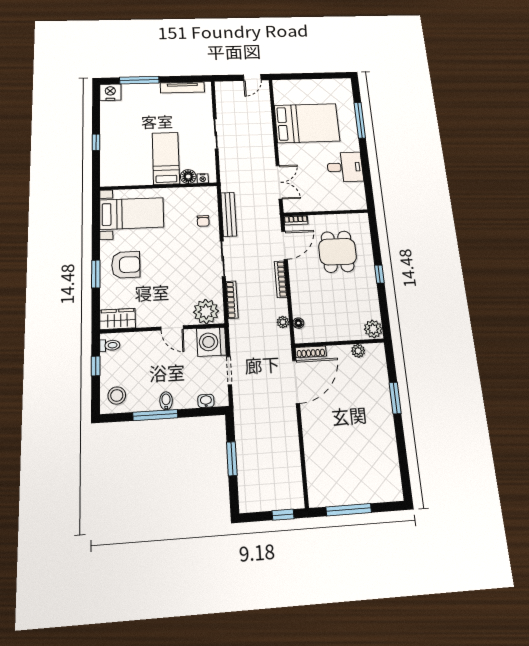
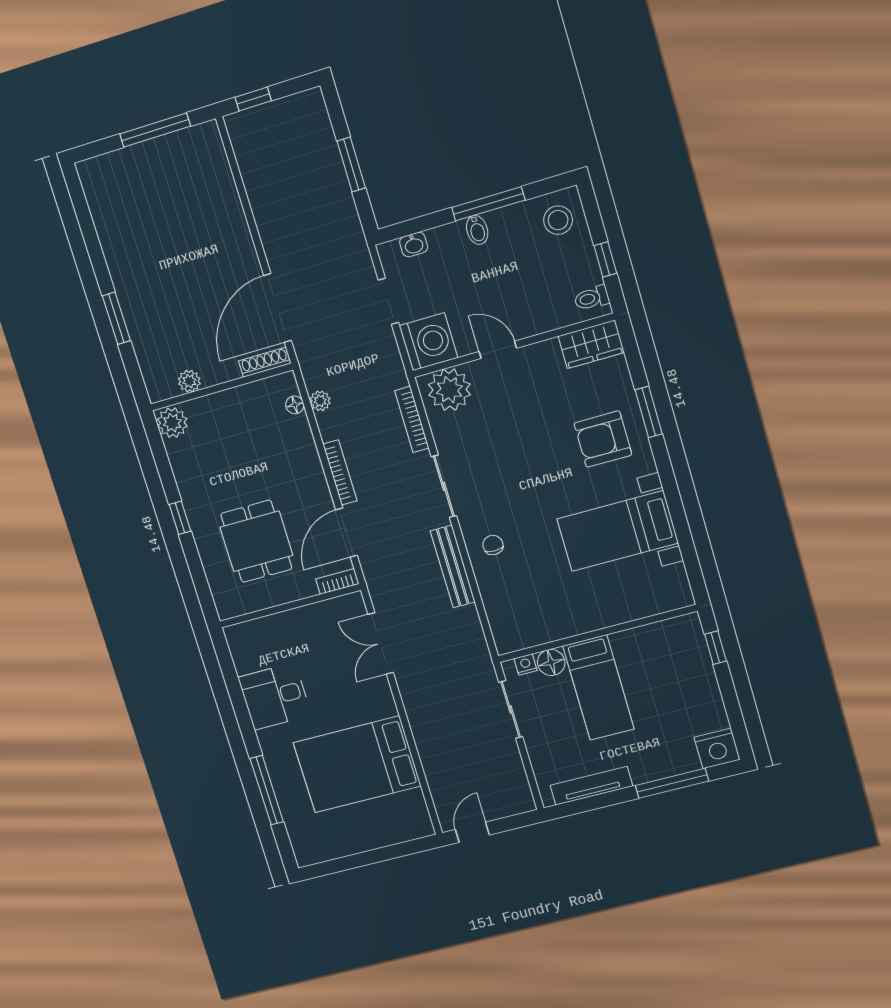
bed: (166, 158) -> (598, 688), moved
floor lamp: (188, 177) -> (551, 663), moved
nightstand: (203, 178) -> (526, 665), moved
wall: (159, 186) -> (597, 634), moved

